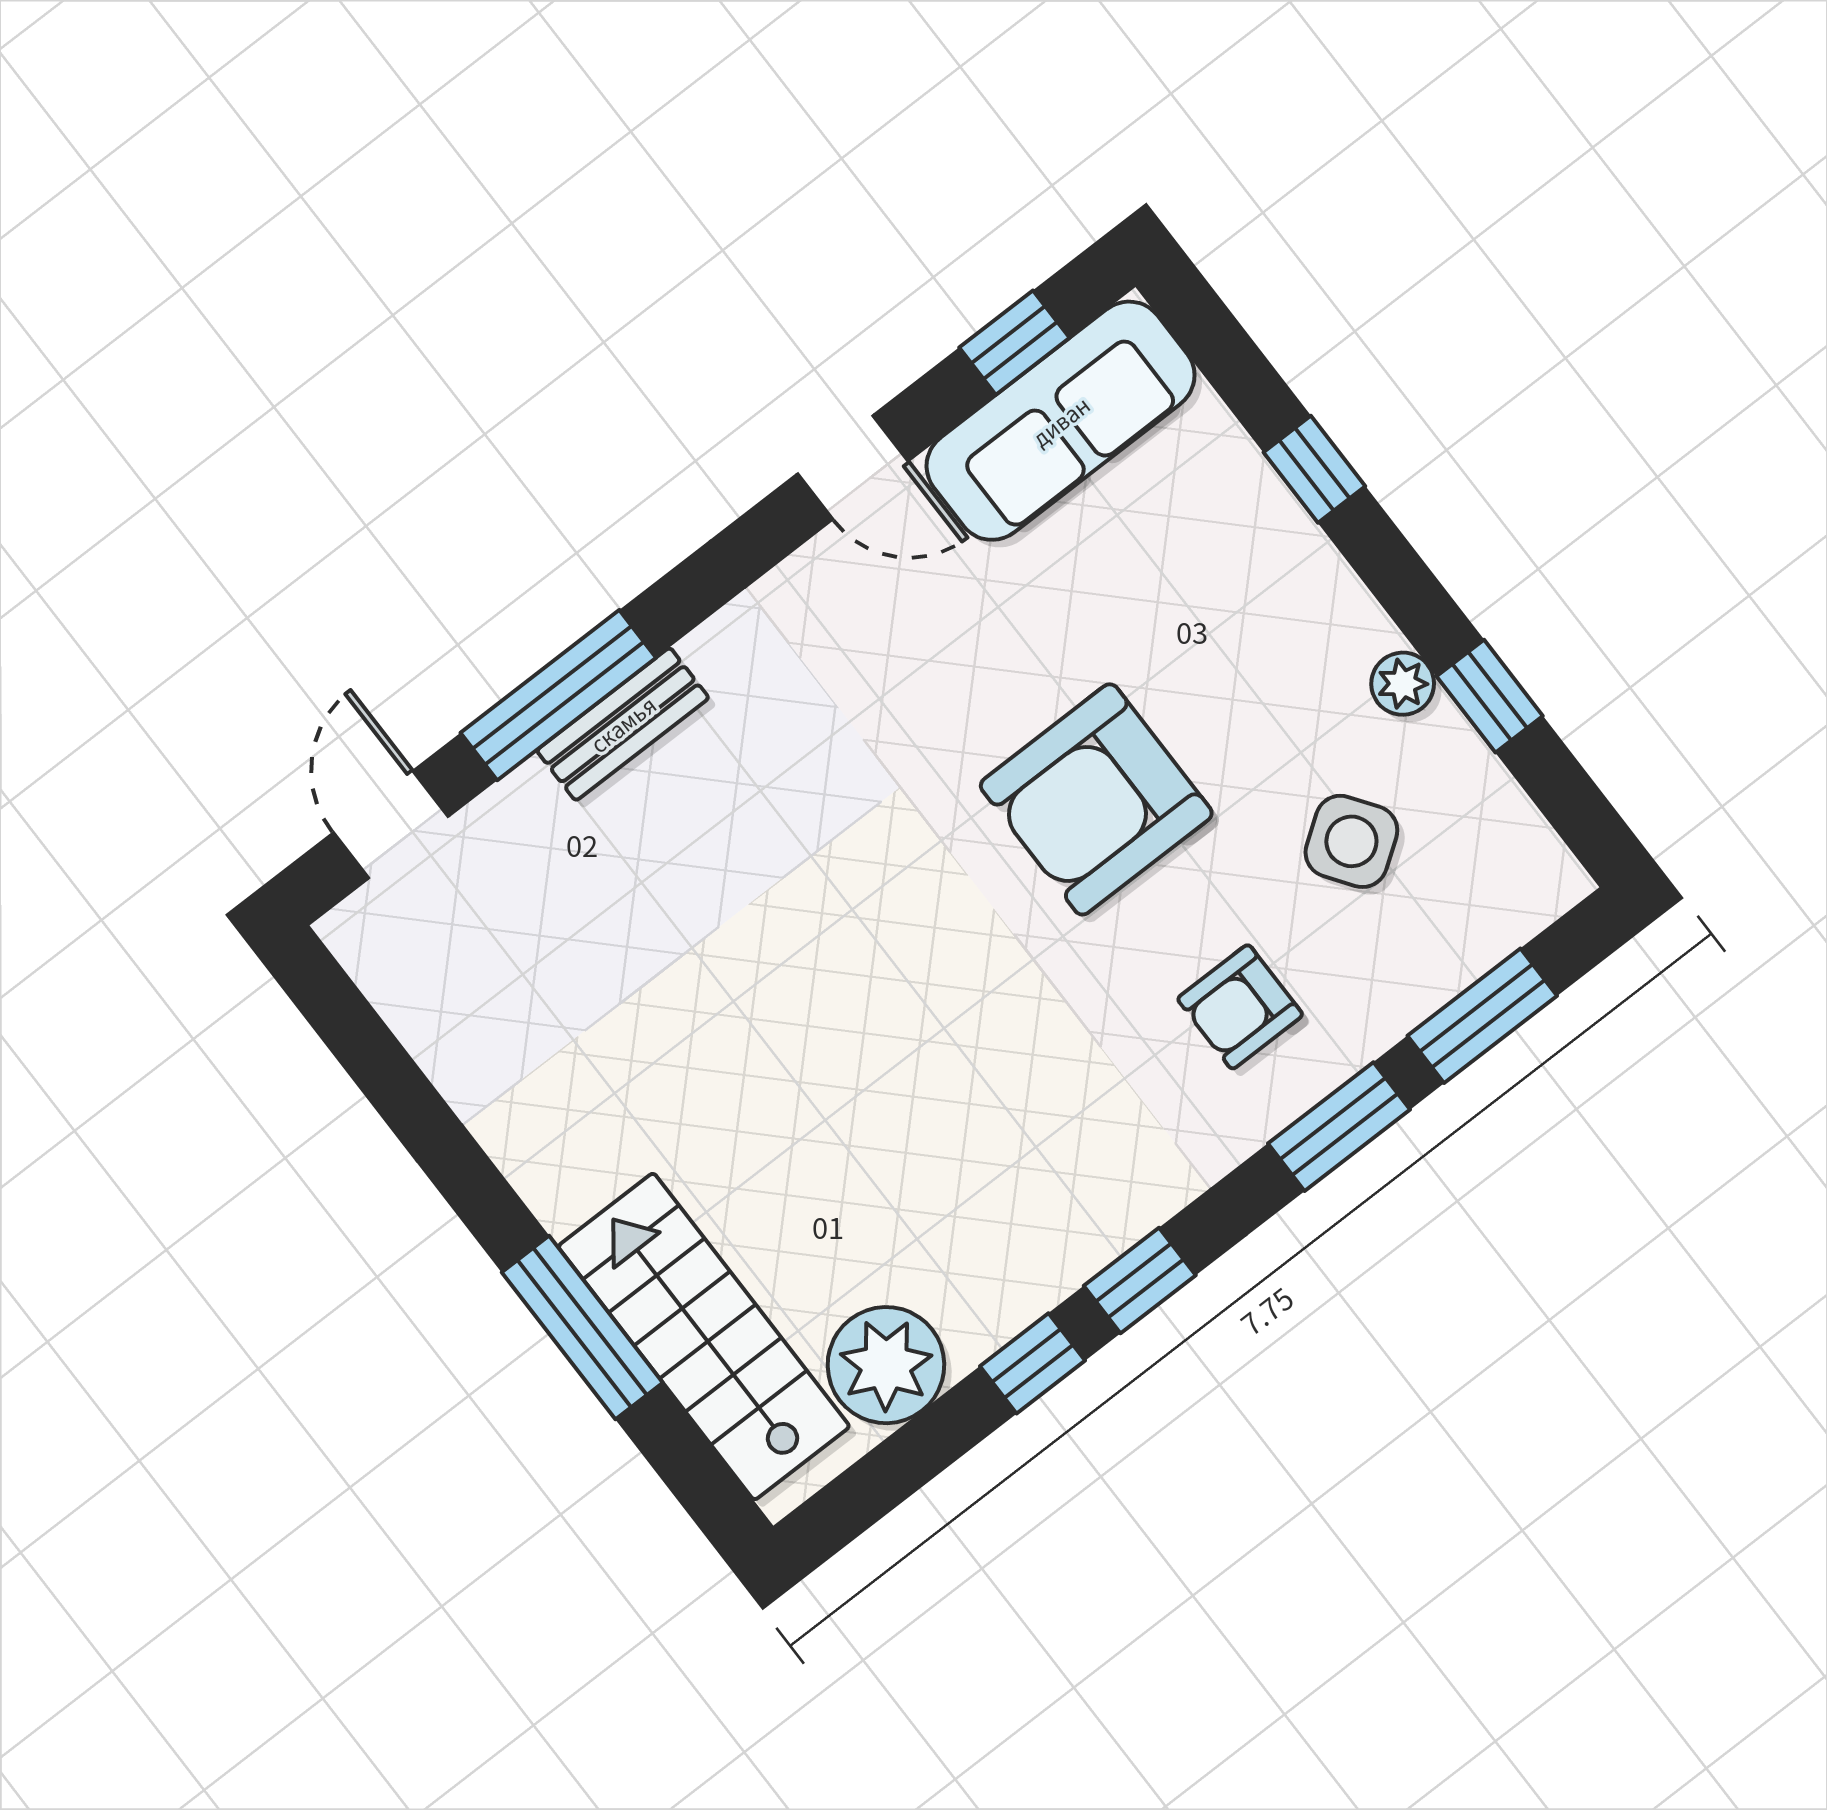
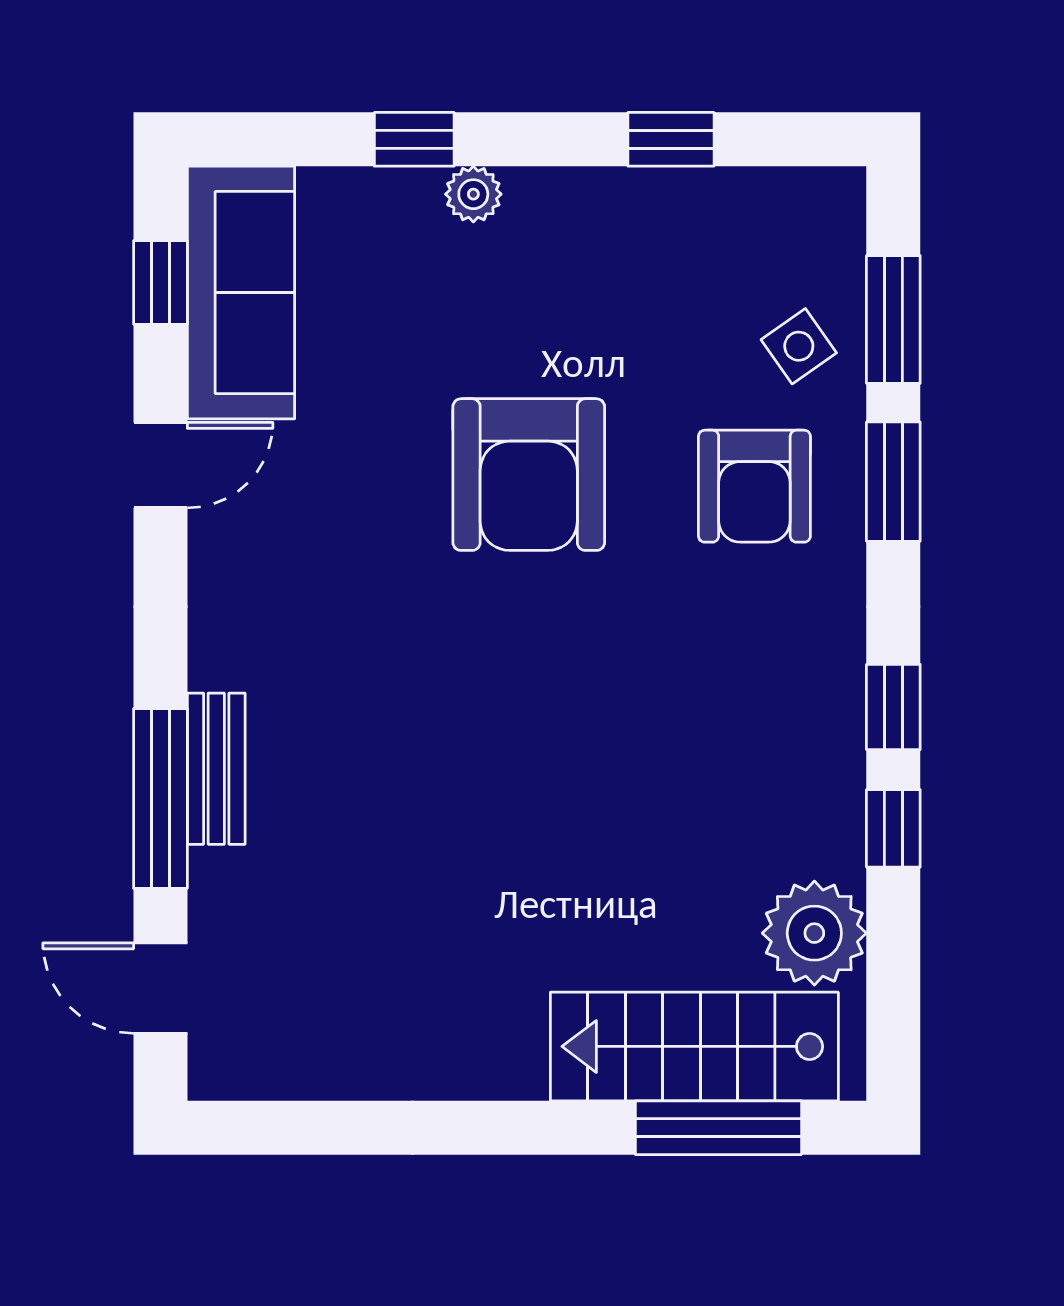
plant: (1403, 684) -> (473, 194), moved
side table: (1351, 841) -> (799, 346), moved, width x0.73, depth x0.73
armchair: (1240, 1007) -> (754, 486), width x1.38, depth x1.38
window: (582, 1328) -> (718, 1128), moved

